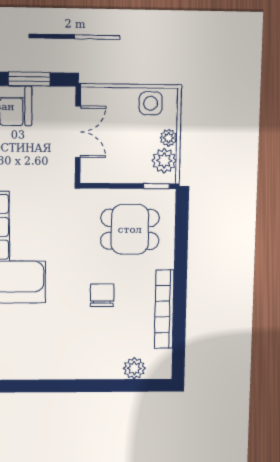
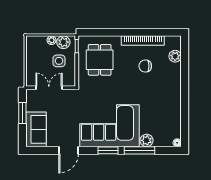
side table: (151, 103) -> (59, 61), moved
chair: (102, 295) -> (145, 66), moved

